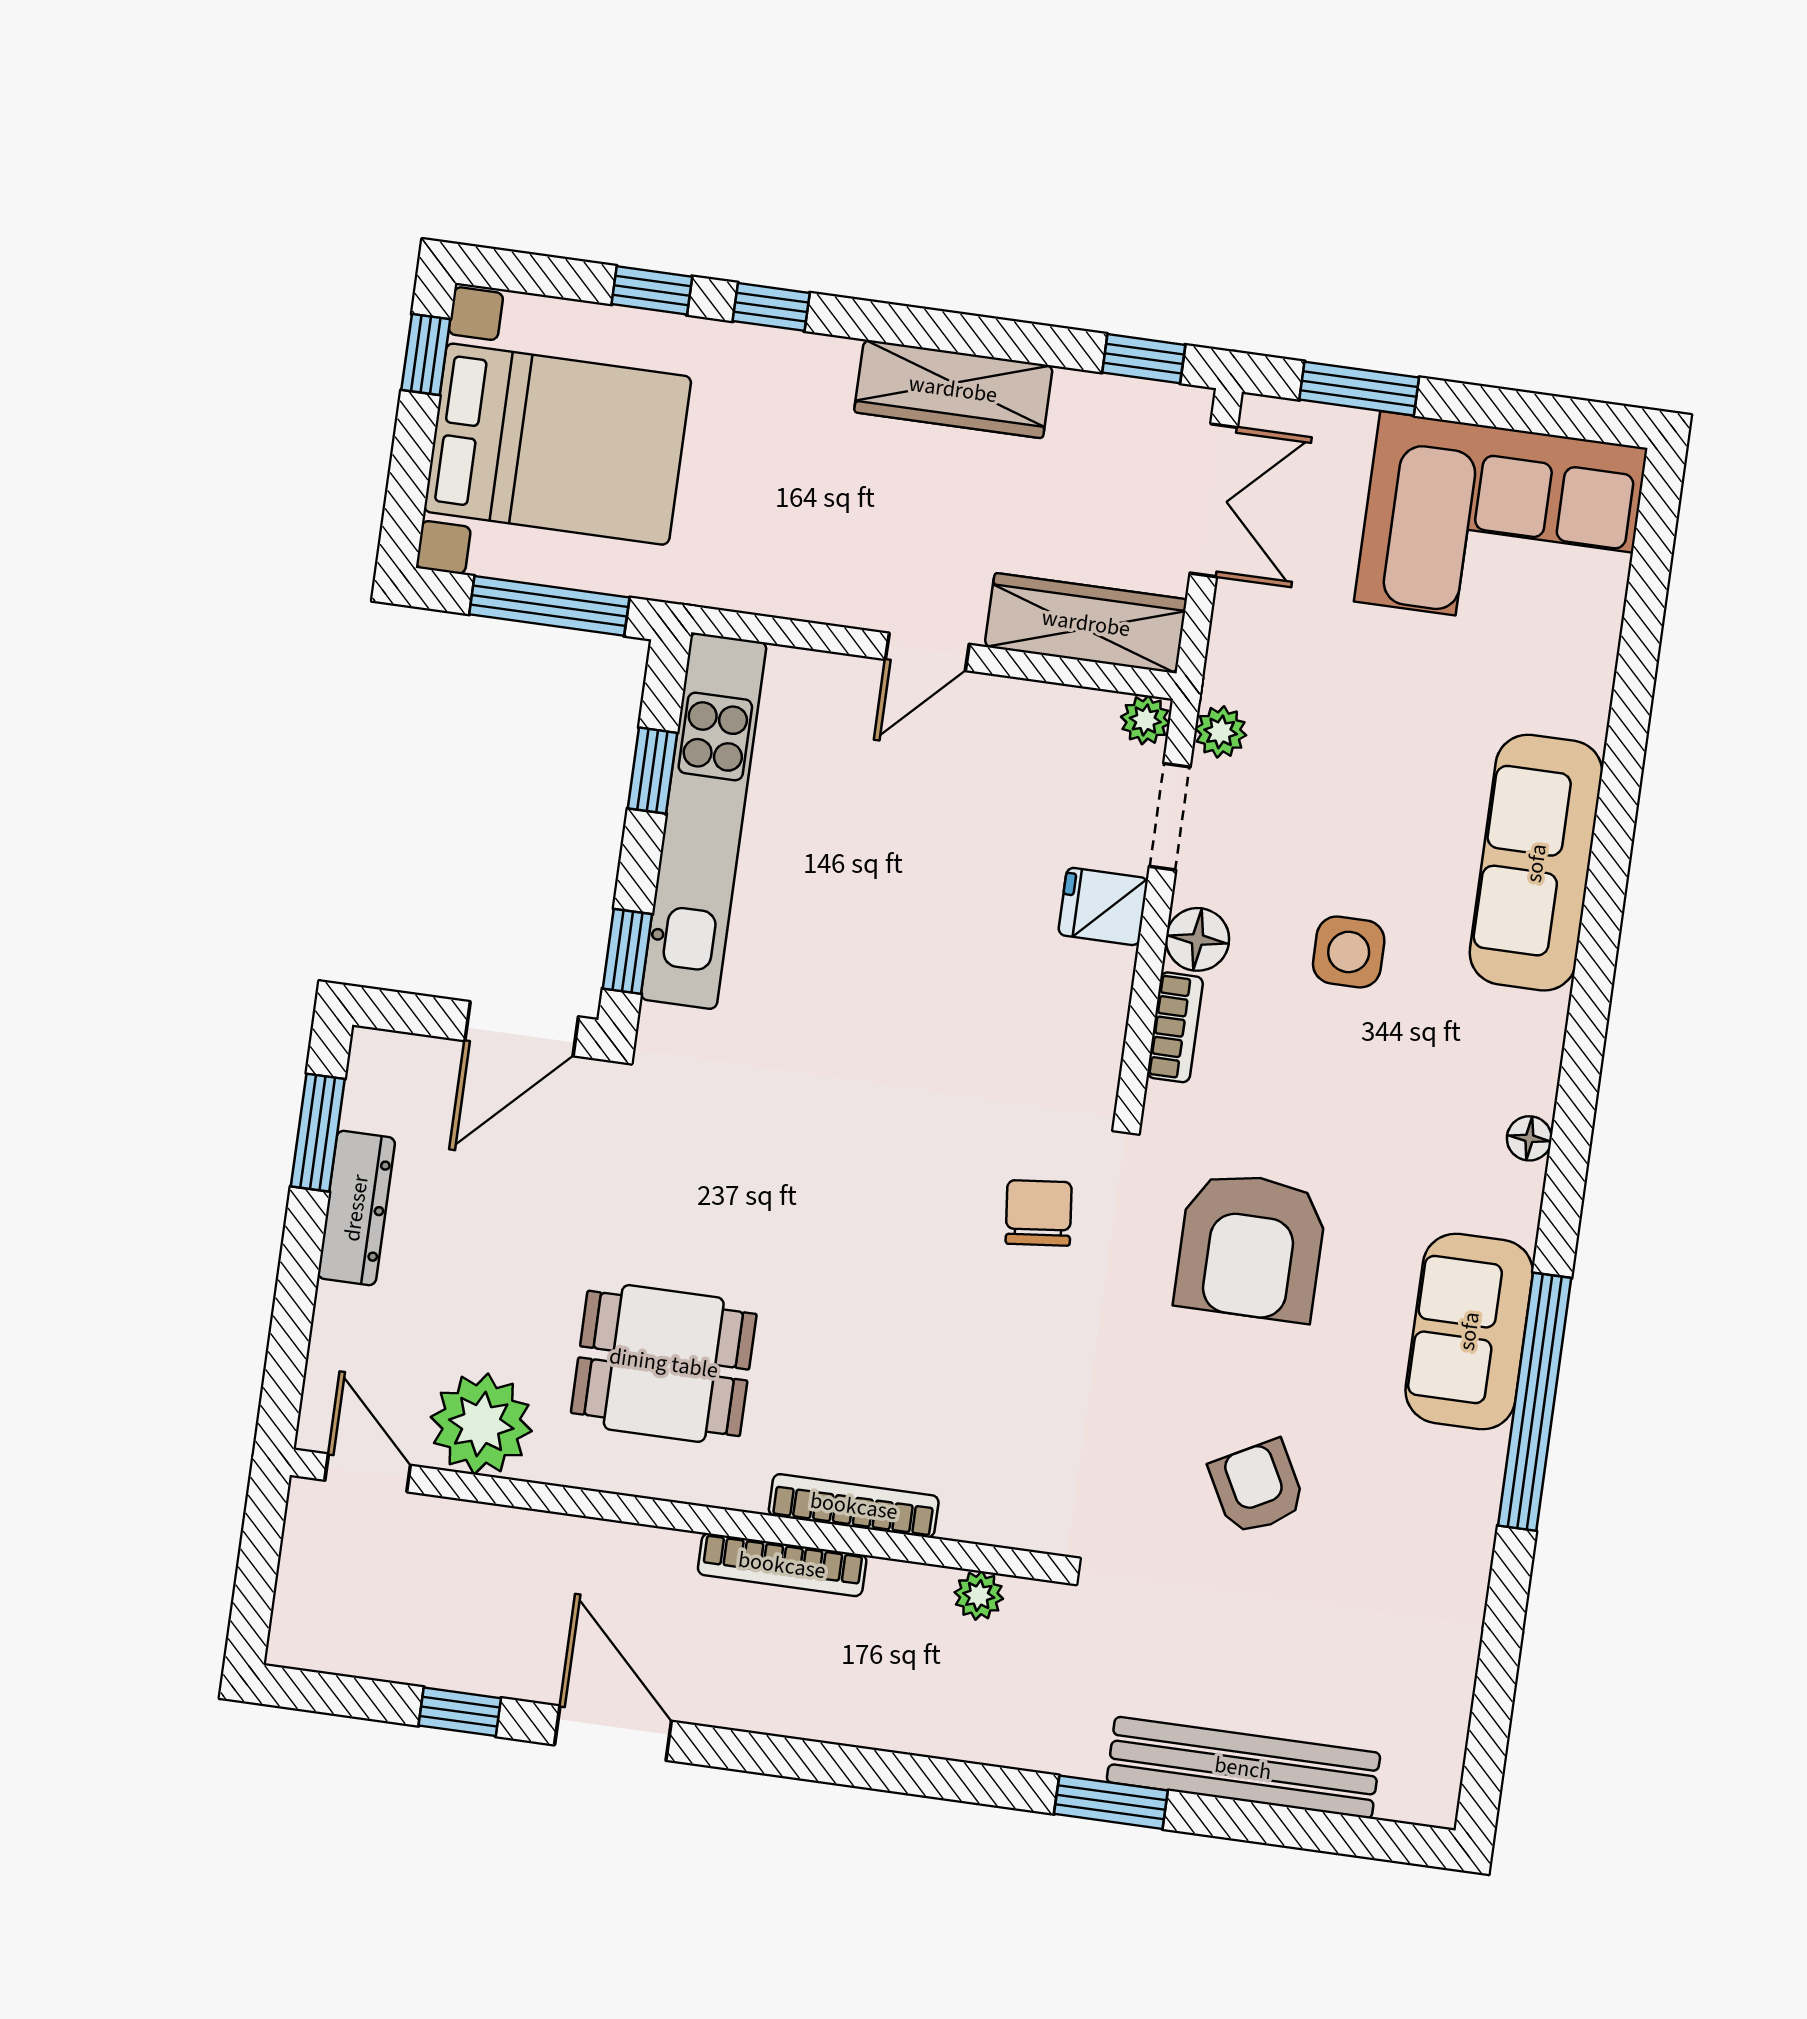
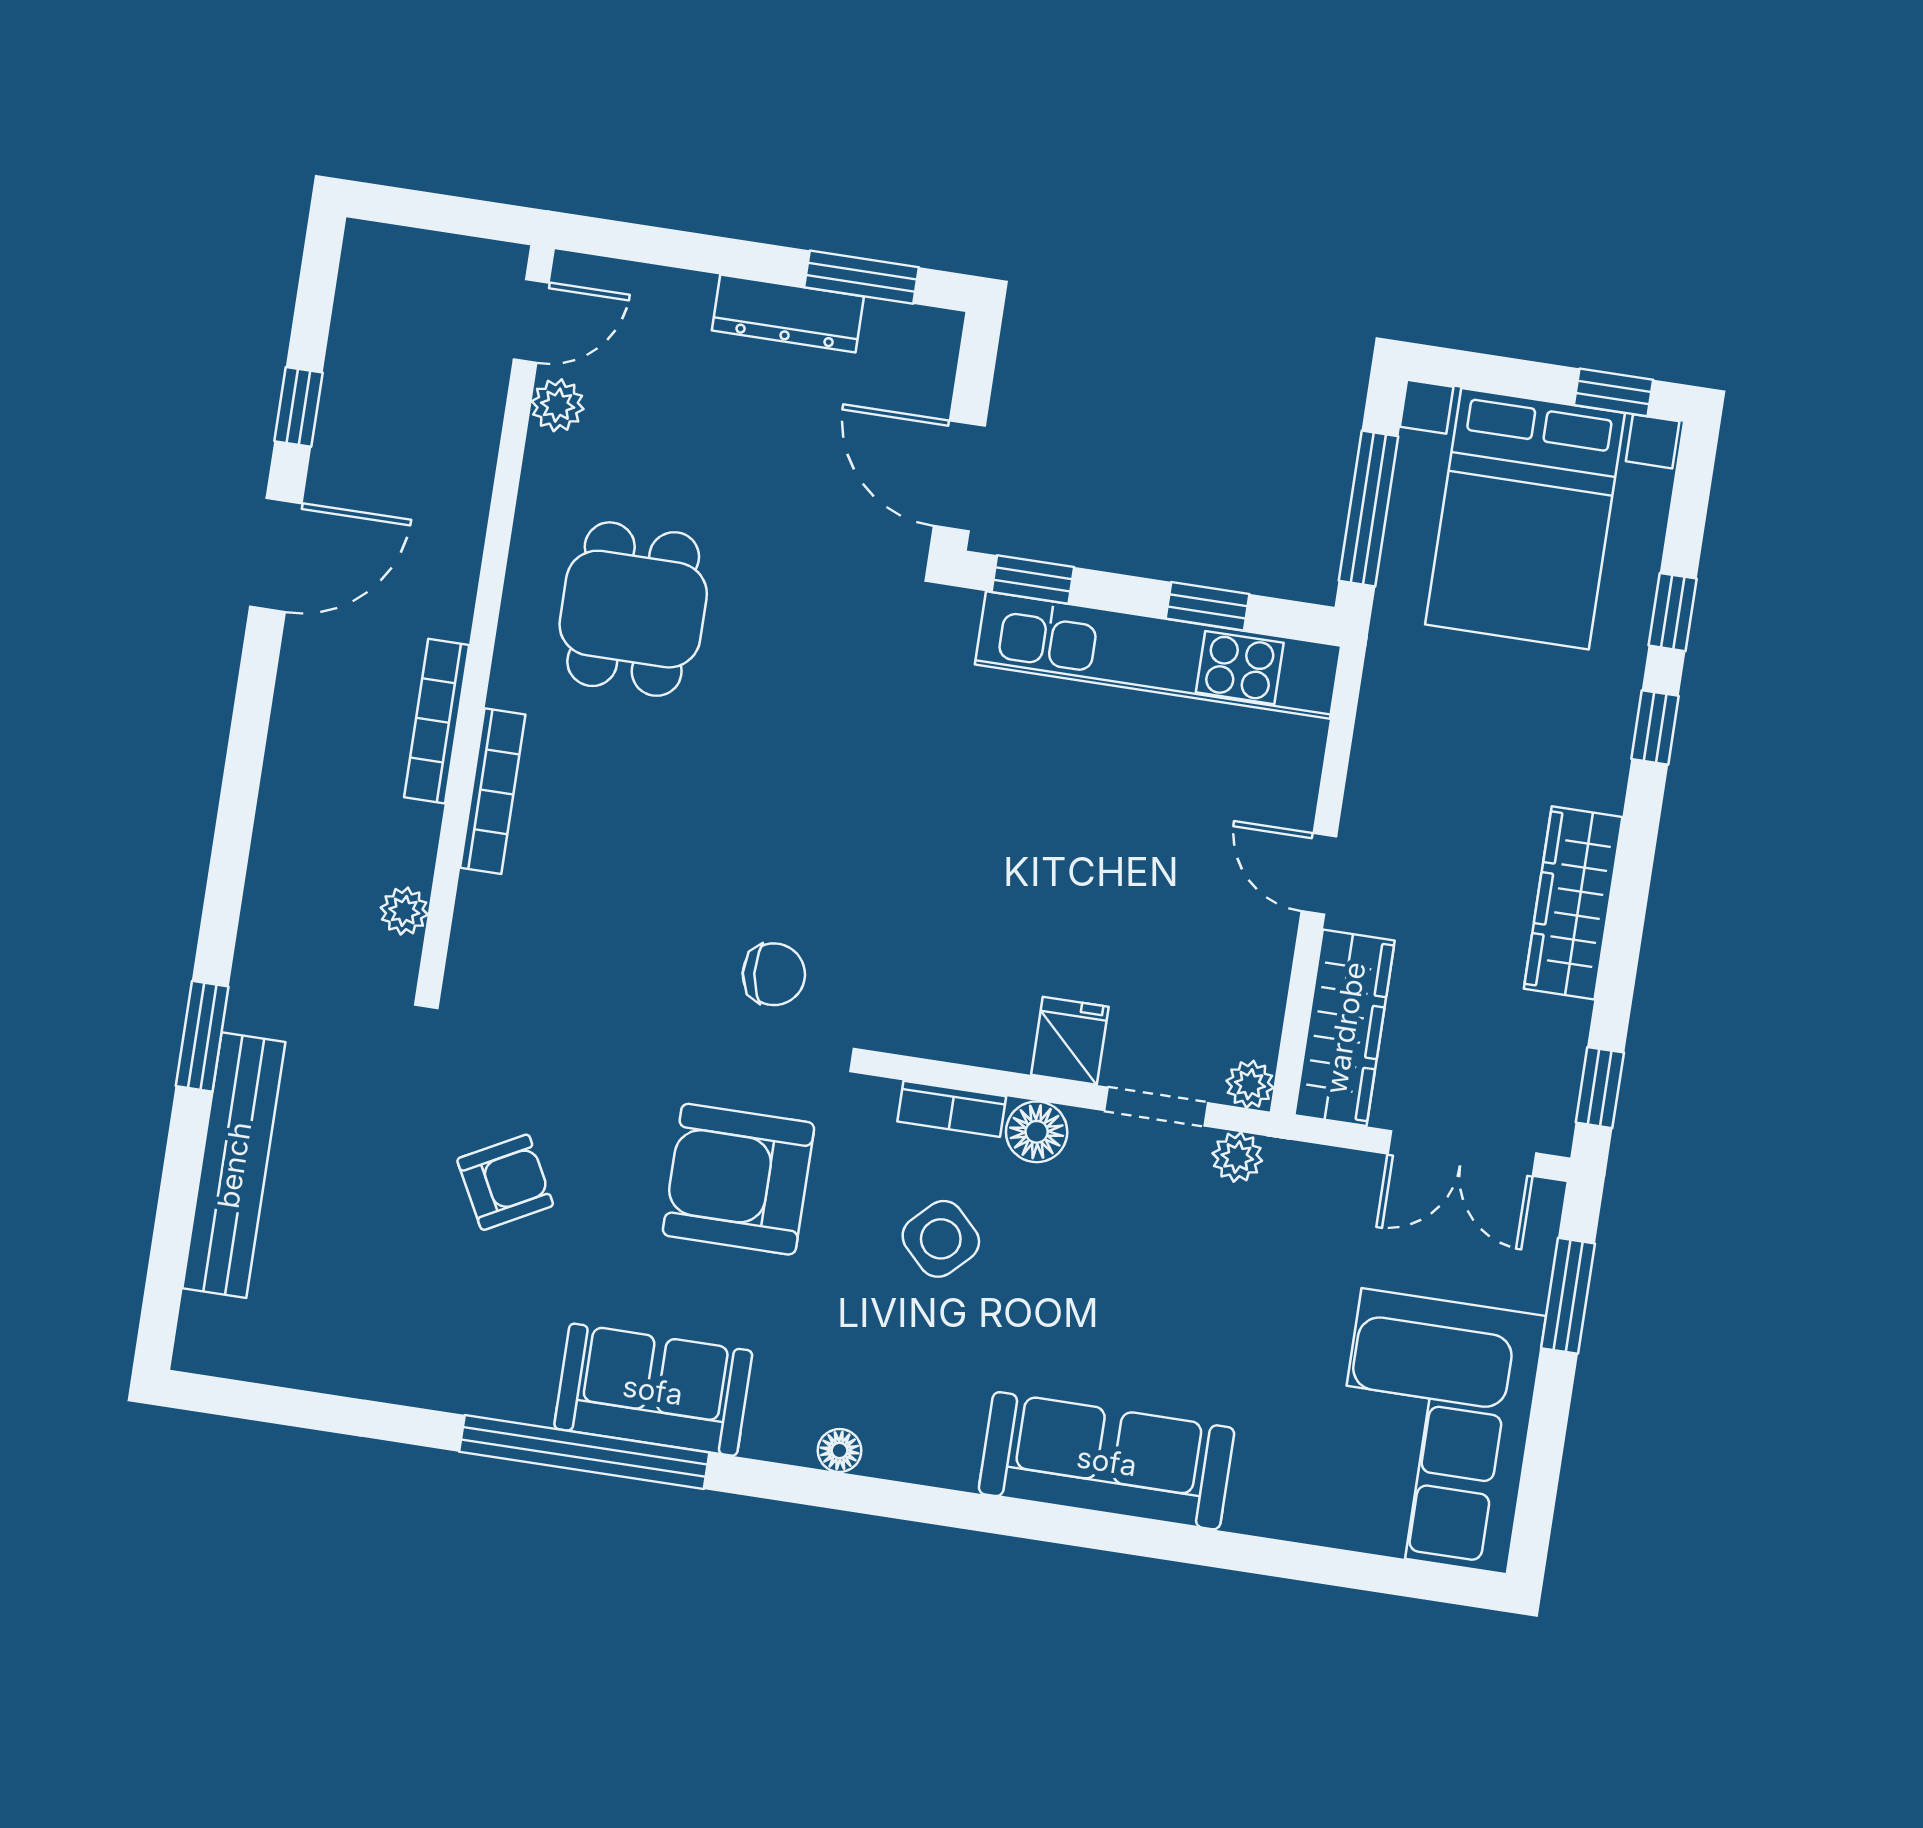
side table: (1349, 952) -> (941, 1239), moved, turned 45
plant: (481, 1424) -> (558, 405), width x0.53, depth x0.53

